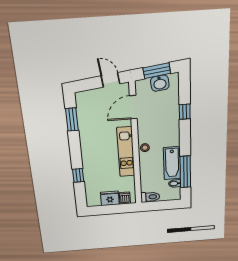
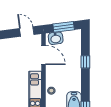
washbasin: (160, 83) -> (56, 38), moved
door: (133, 107) -> (44, 55), swing flipped

